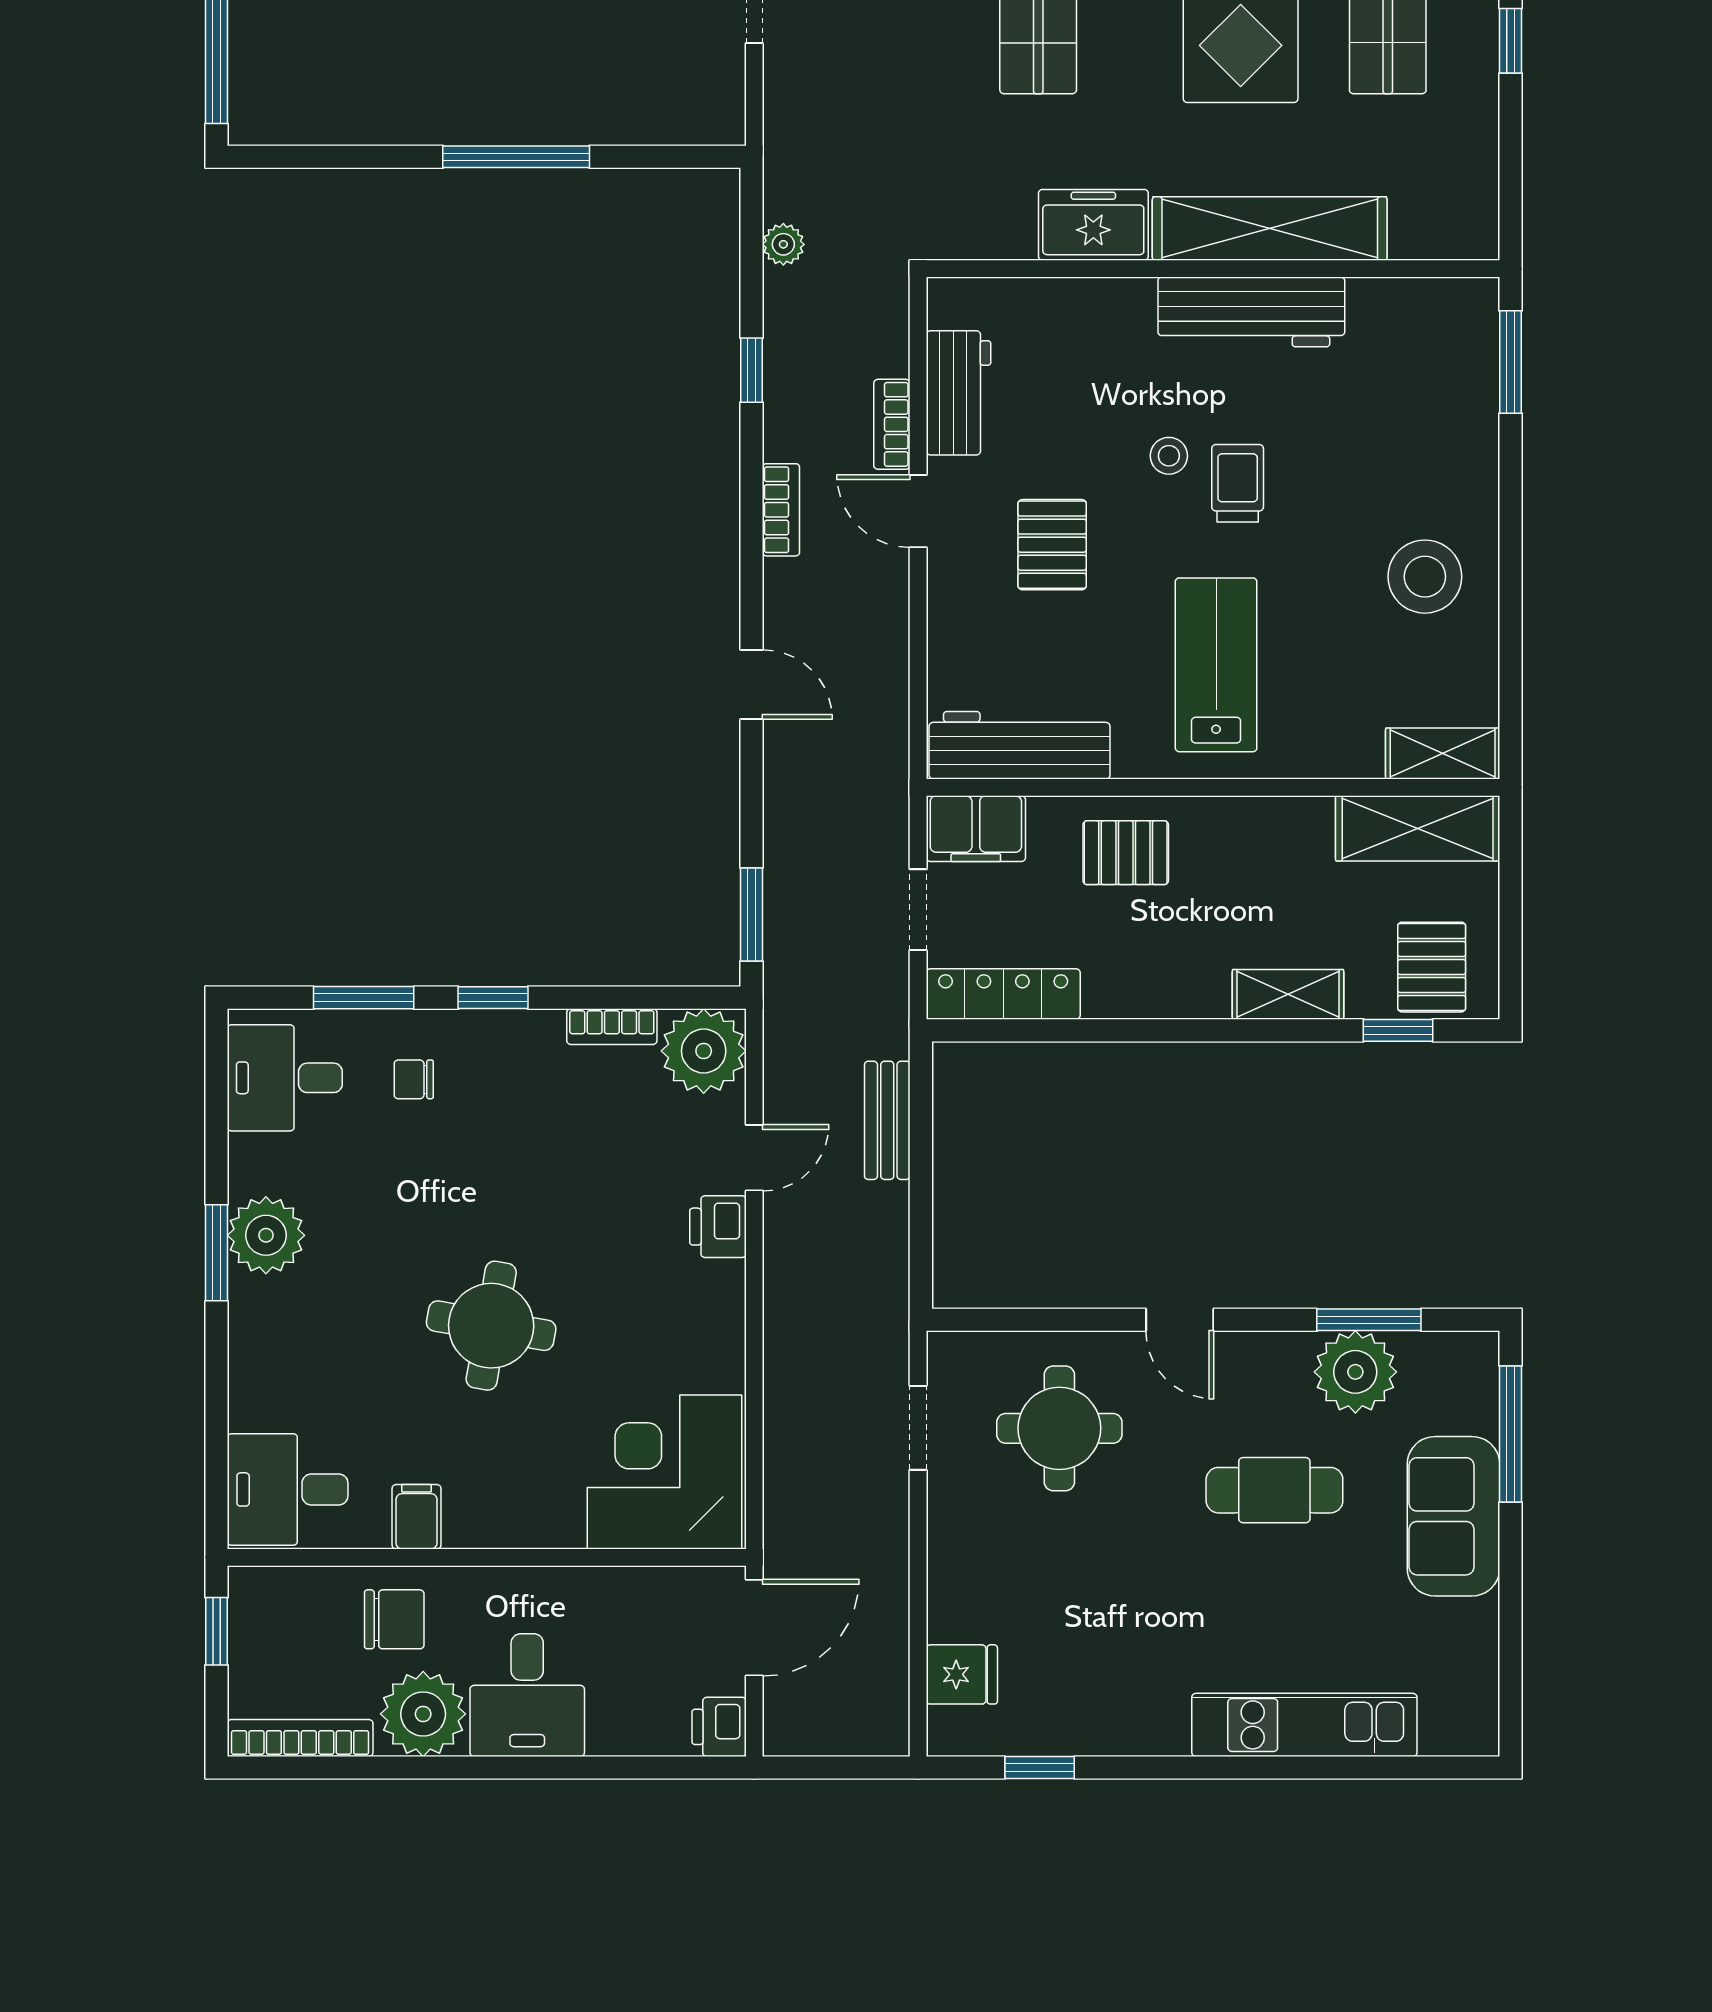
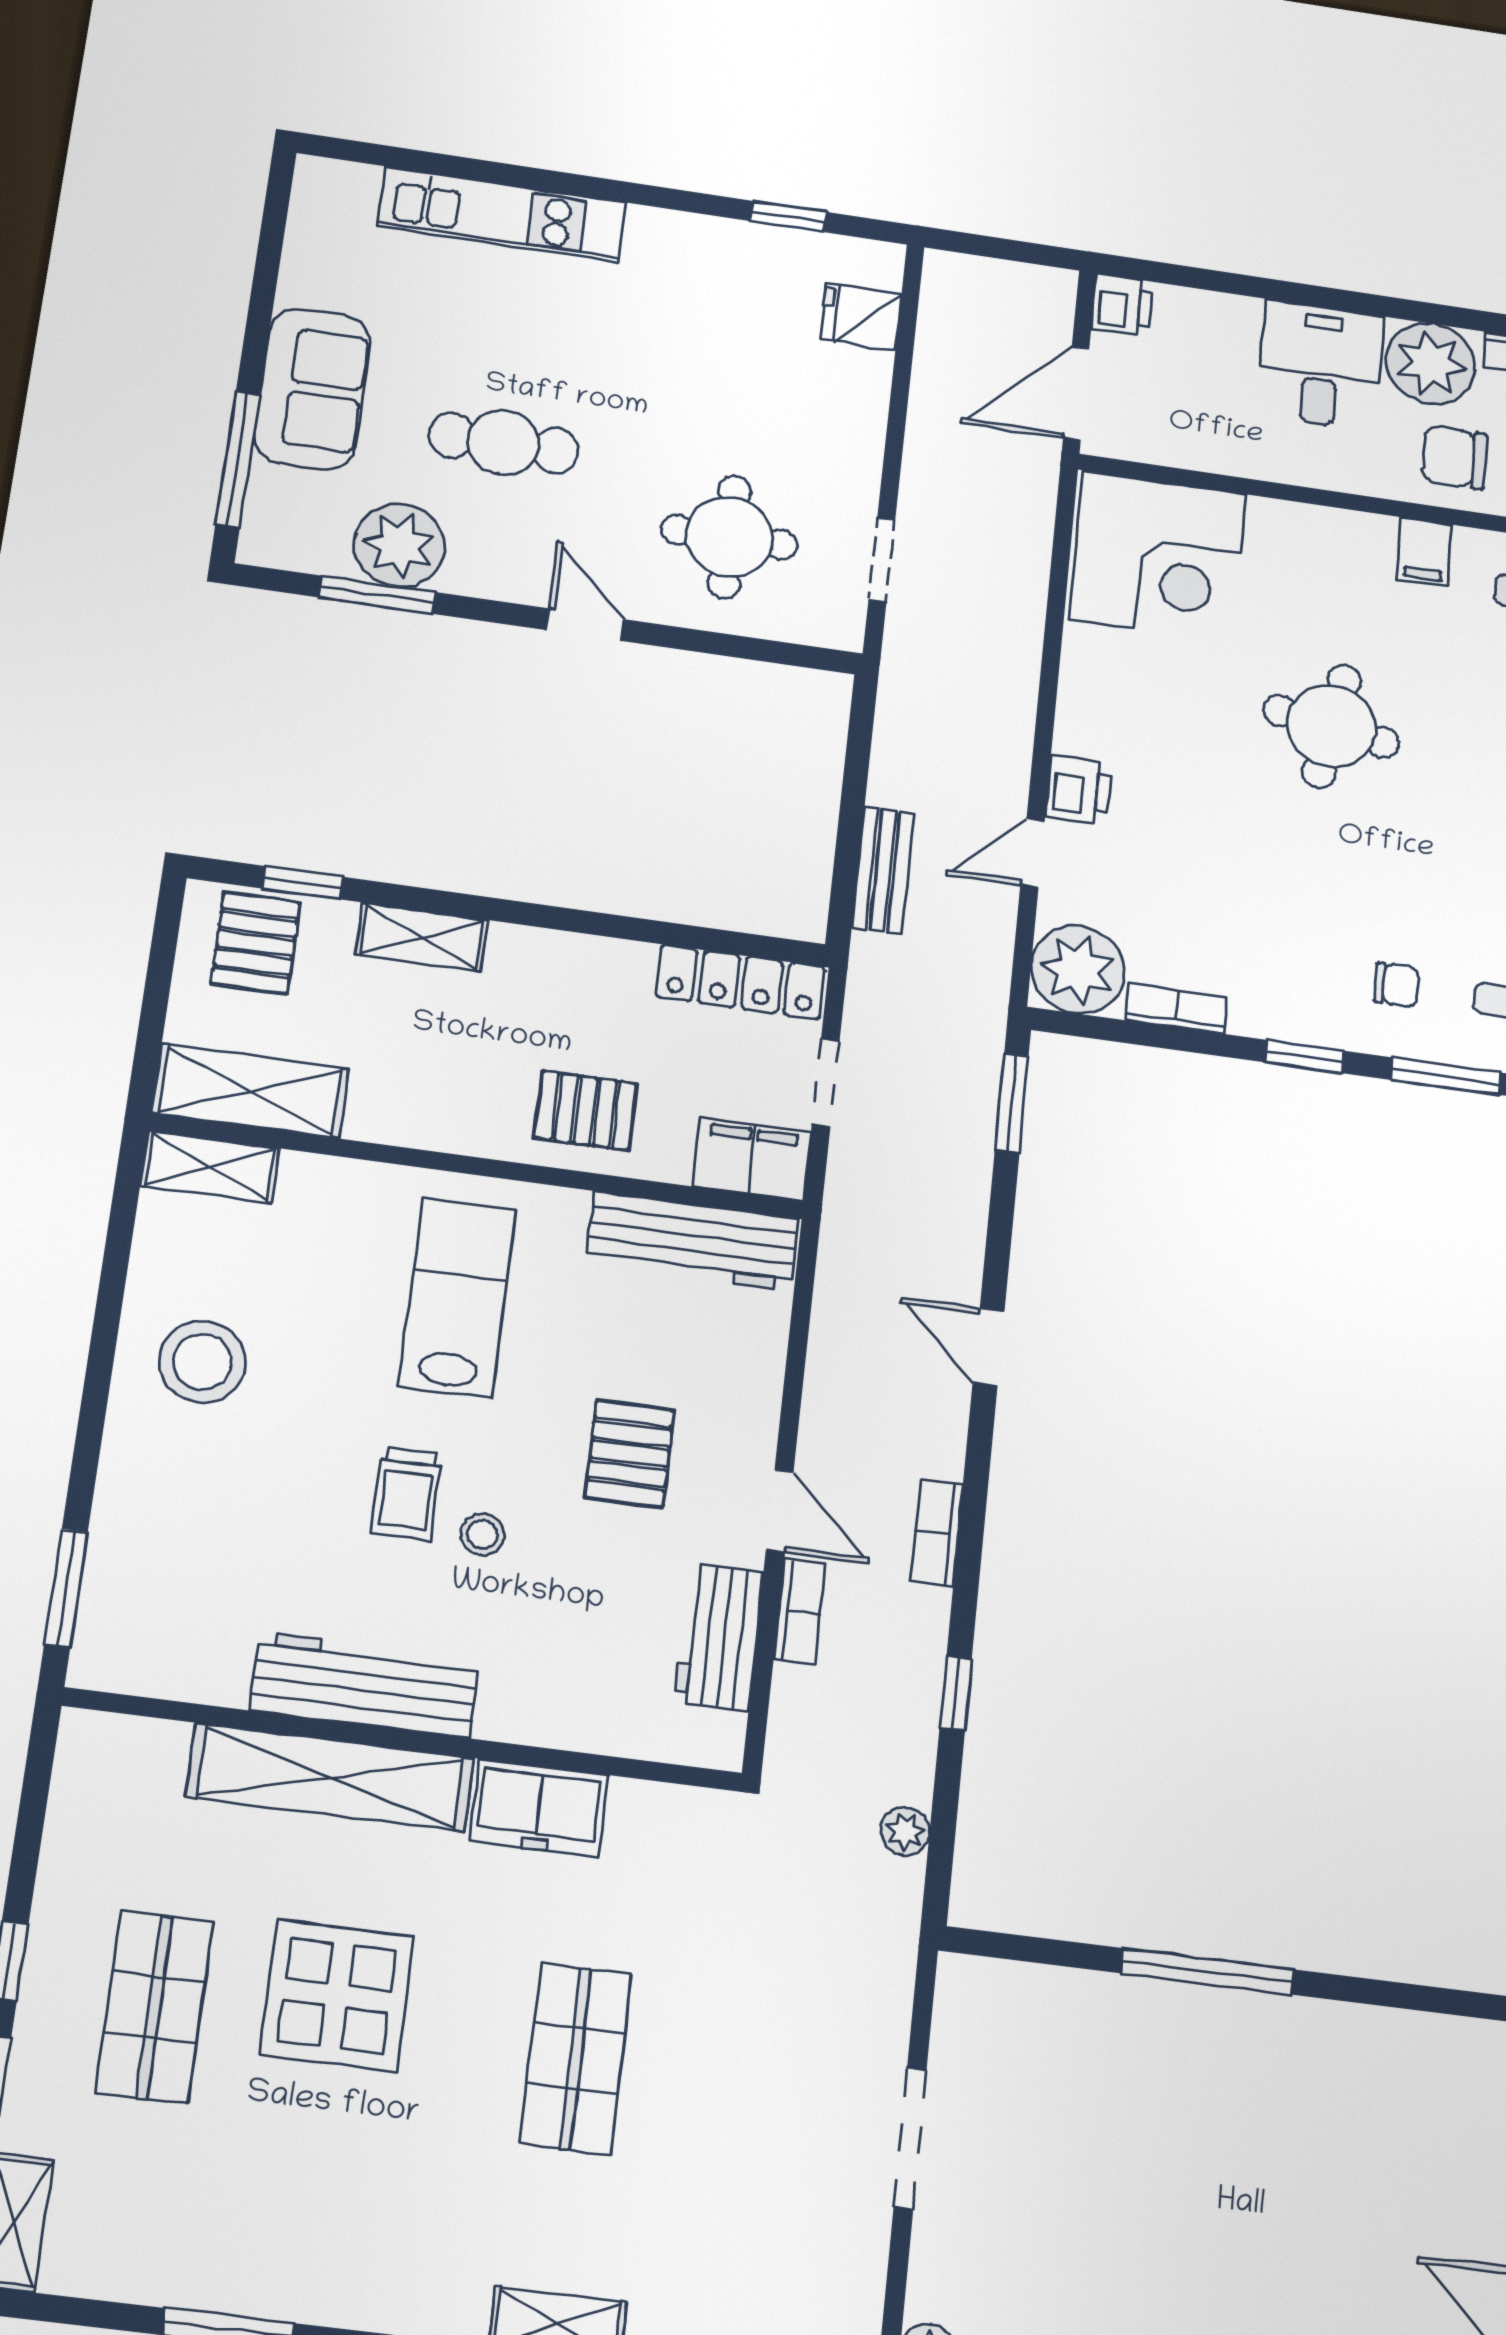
lab bench: (1216, 665) -> (457, 1298), turned 180

